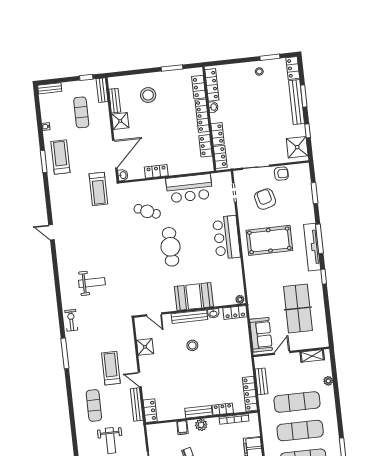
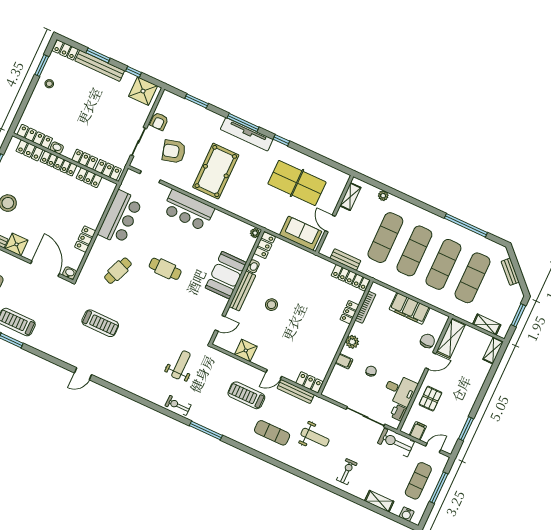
armchair: (281, 174) -> (159, 121), turned 180
treadmill: (98, 189) -> (100, 323), moved
cafe table: (171, 247) -> (165, 269), width x0.73, depth x0.74
weight bench: (92, 283) -> (181, 365), moved
bench: (199, 412) -> (338, 337), removed

